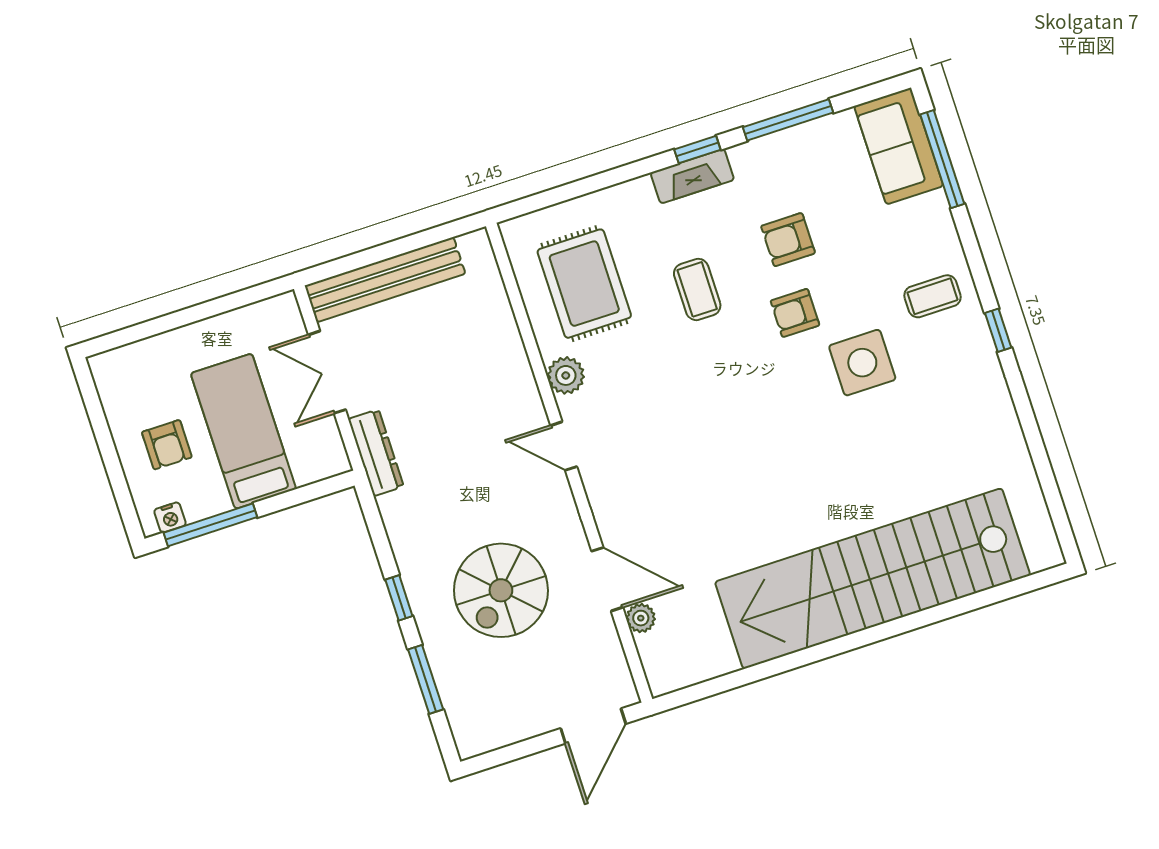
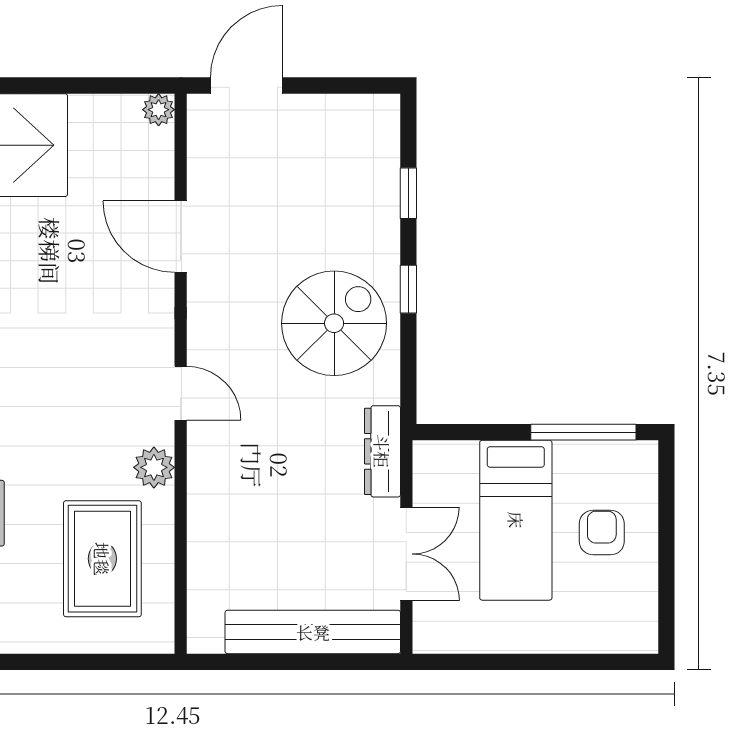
nightstand: (170, 517) -> (624, 454), removed
spiral stairs: (501, 590) -> (334, 323), moved
plant: (641, 618) -> (159, 110), moved
window: (426, 679) -> (408, 193), width x0.67

